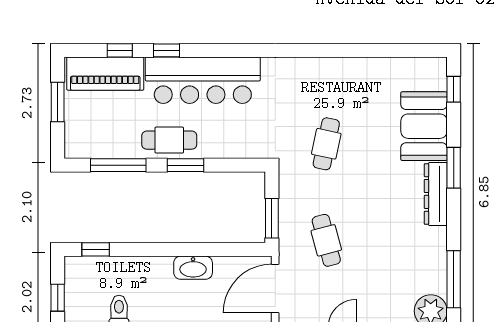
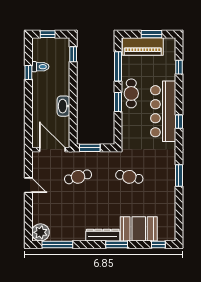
window: (166, 50) -> (179, 122), moved
window: (324, 50) -> (179, 176), added
piano: (105, 74) -> (143, 46), moved, turned -90

